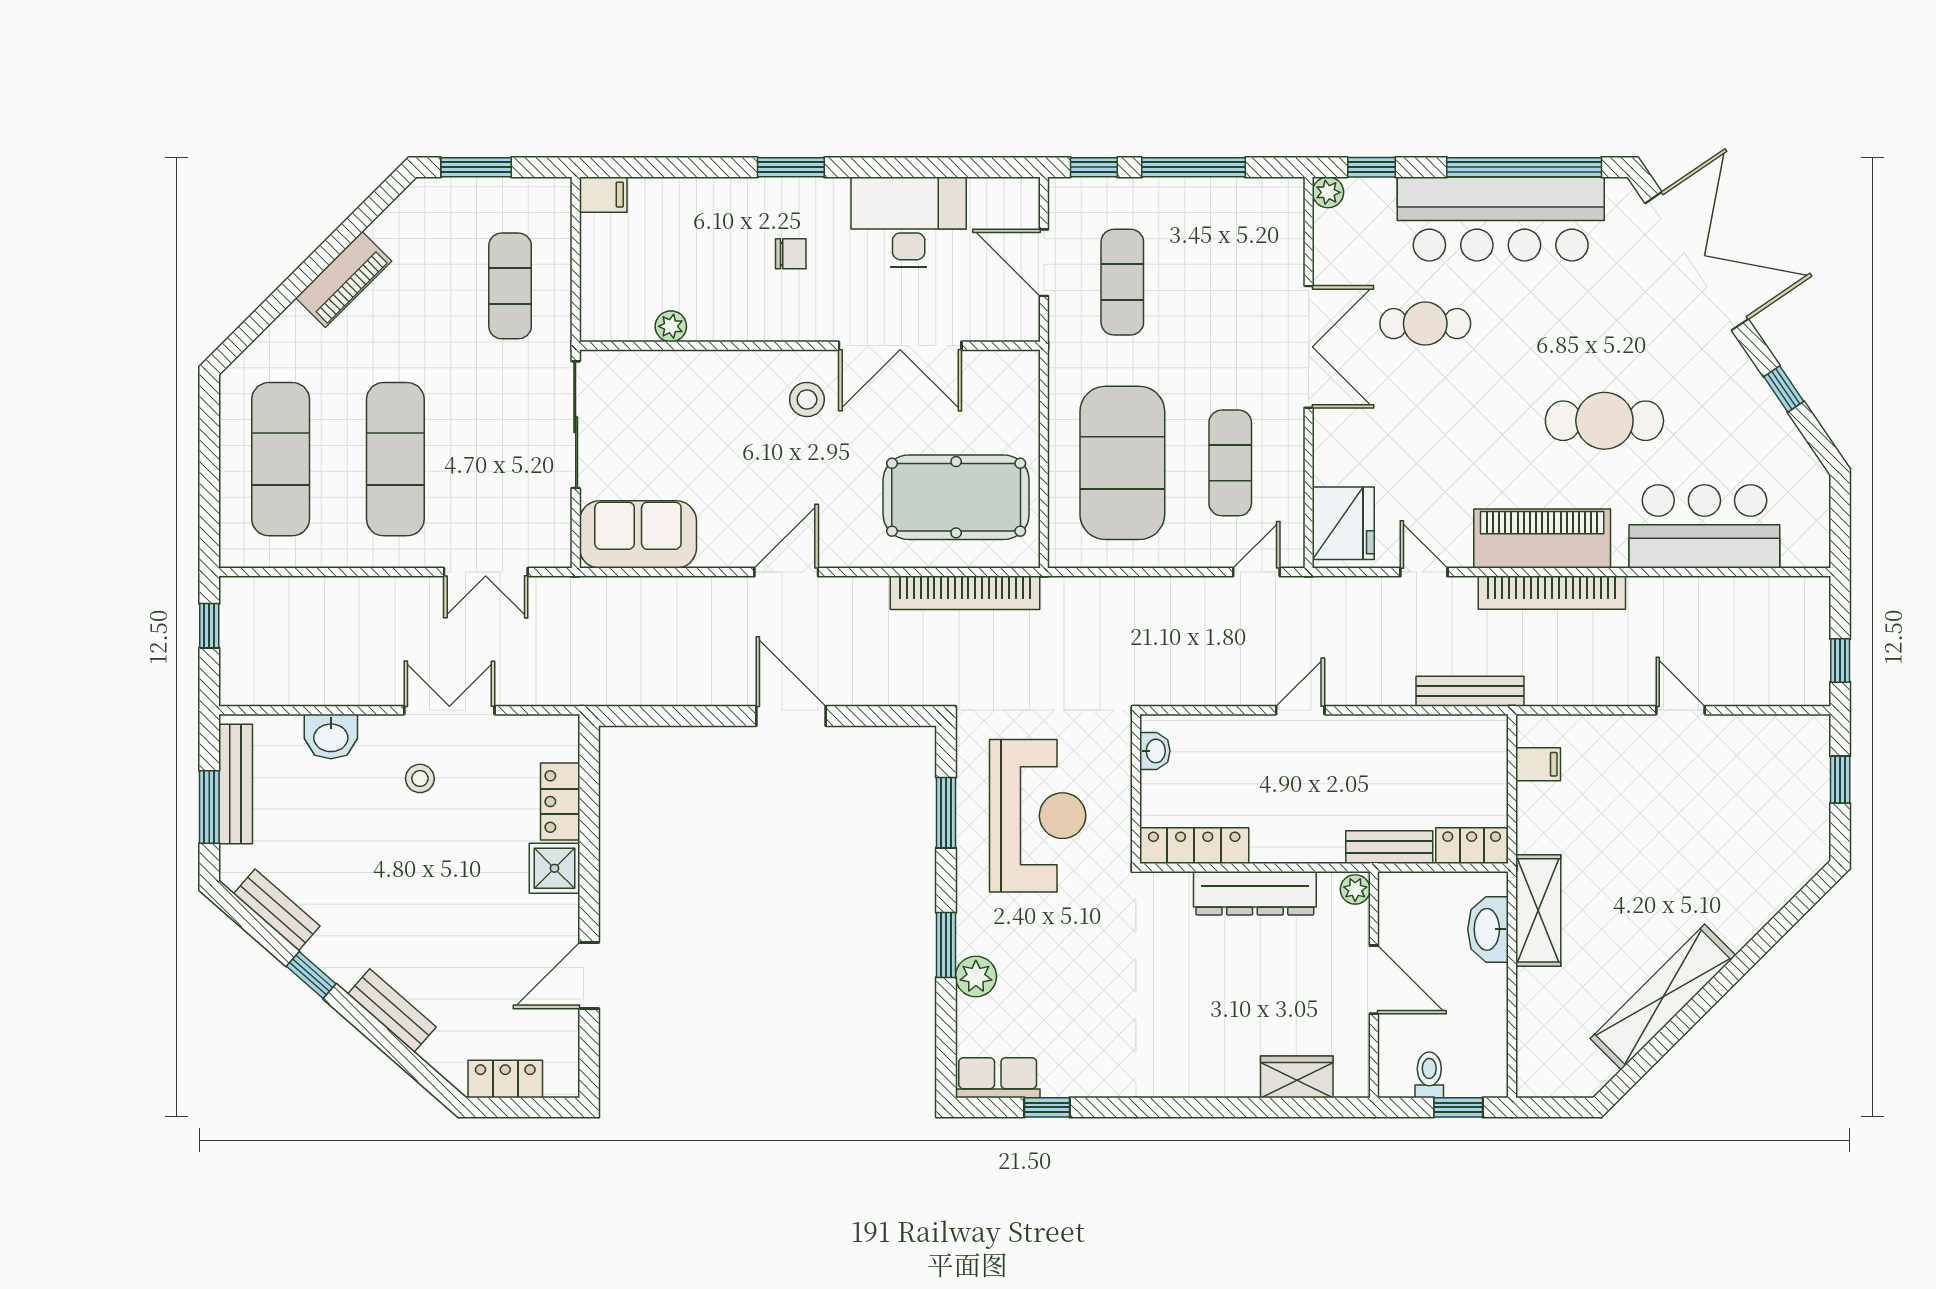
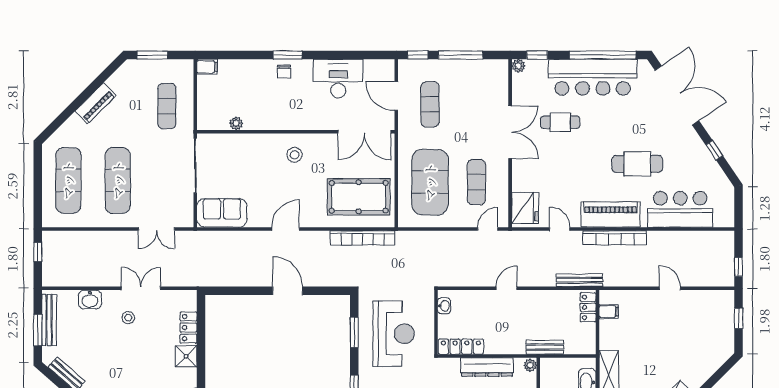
chair: (791, 254) -> (284, 72), moved, turned 90
double door: (900, 346) -> (364, 132), moved
locker: (1472, 846) -> (588, 307), moved, turned -90

